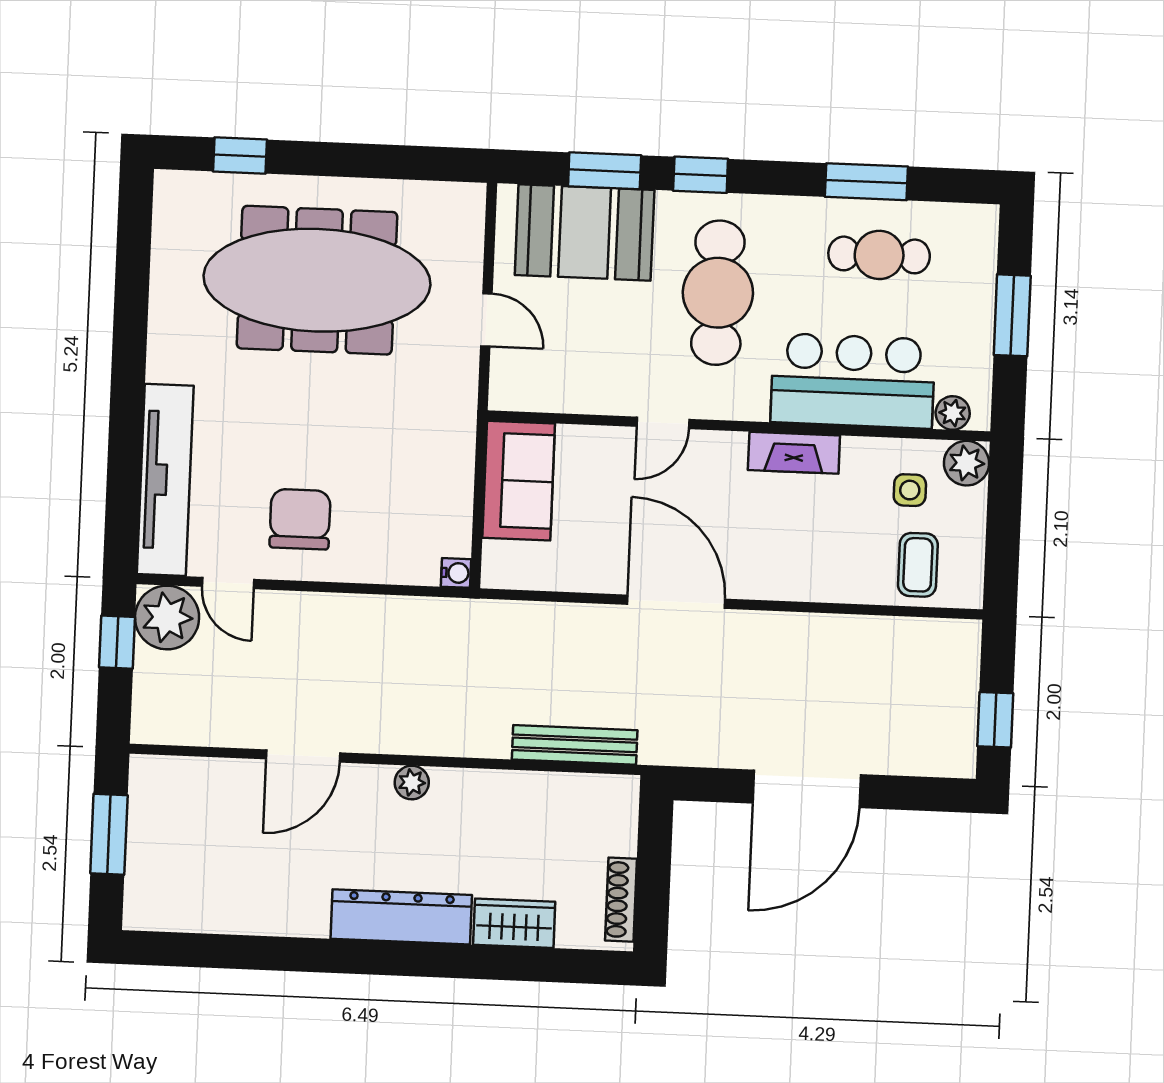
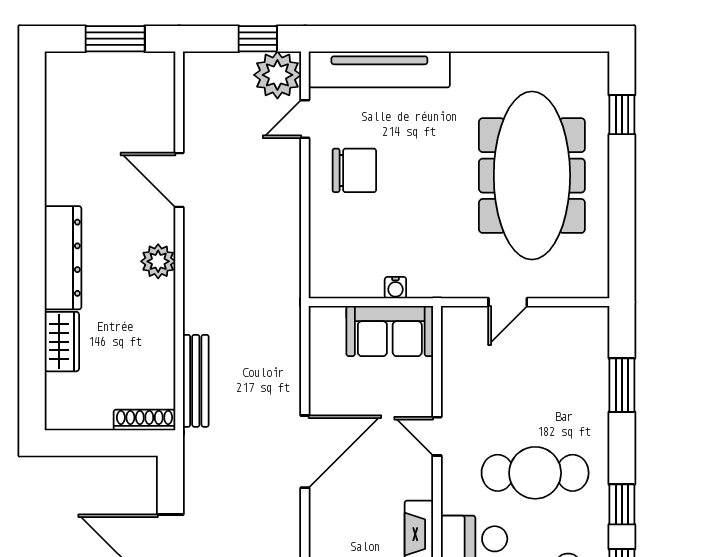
window: (701, 175) -> (622, 504), moved
booth: (585, 232) -> (576, 372), removed
water cooler: (456, 573) -> (395, 288), moved
plant: (412, 783) -> (158, 261), width x1.38, depth x1.38
shoe rack: (621, 900) -> (145, 420), moved

